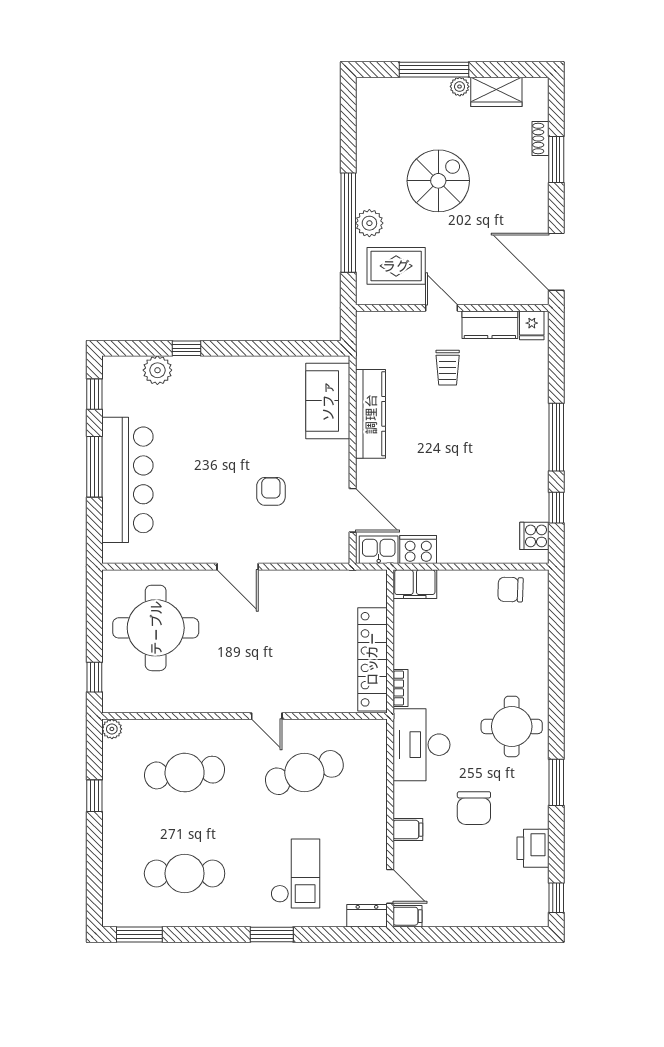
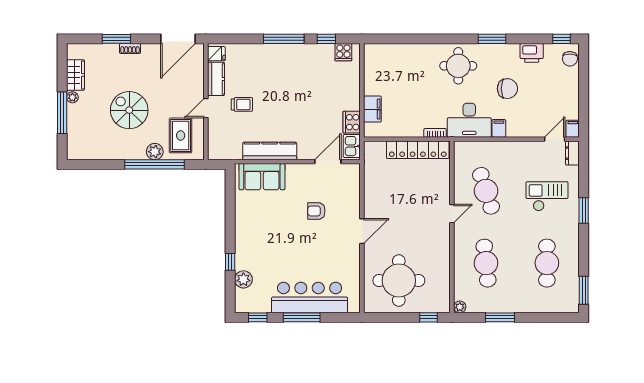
shoe rack: (540, 139) -> (130, 49), moved
filing cabinet: (415, 584) -> (372, 109), moved
chair: (510, 590) -> (570, 59), moved
window: (94, 796) -> (500, 317), width x1.50
filing cabinet: (408, 830) -> (499, 128), moved

